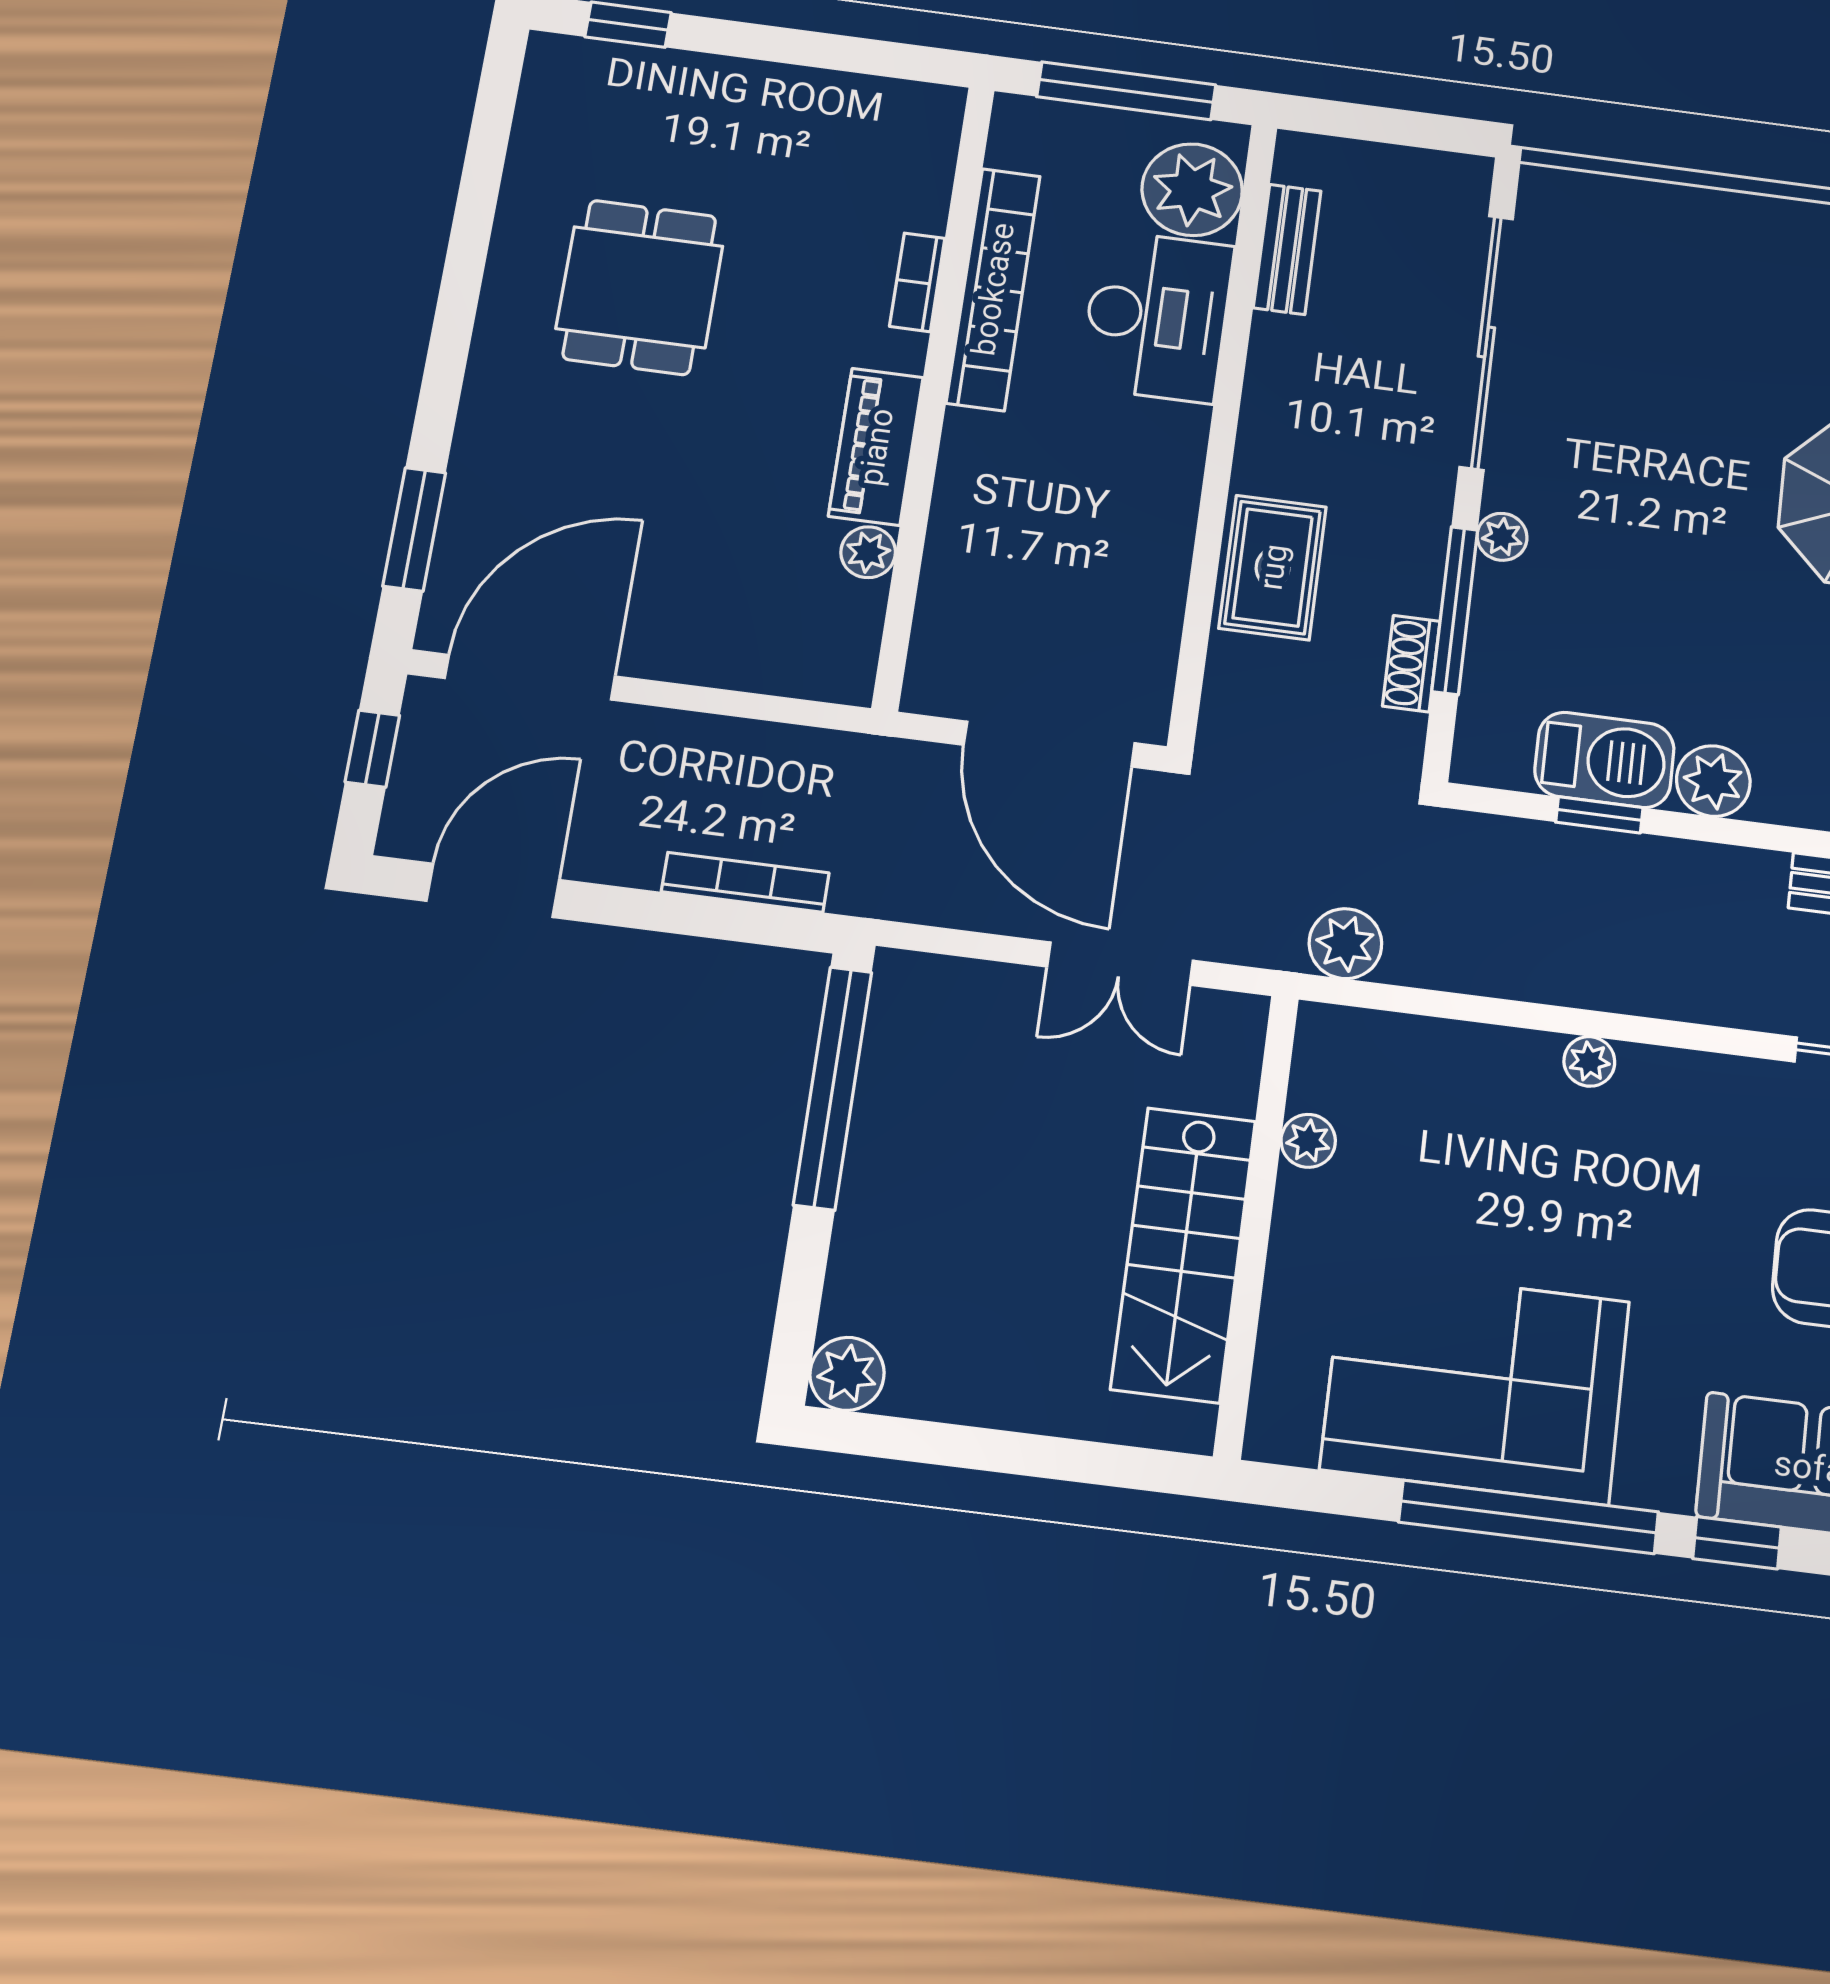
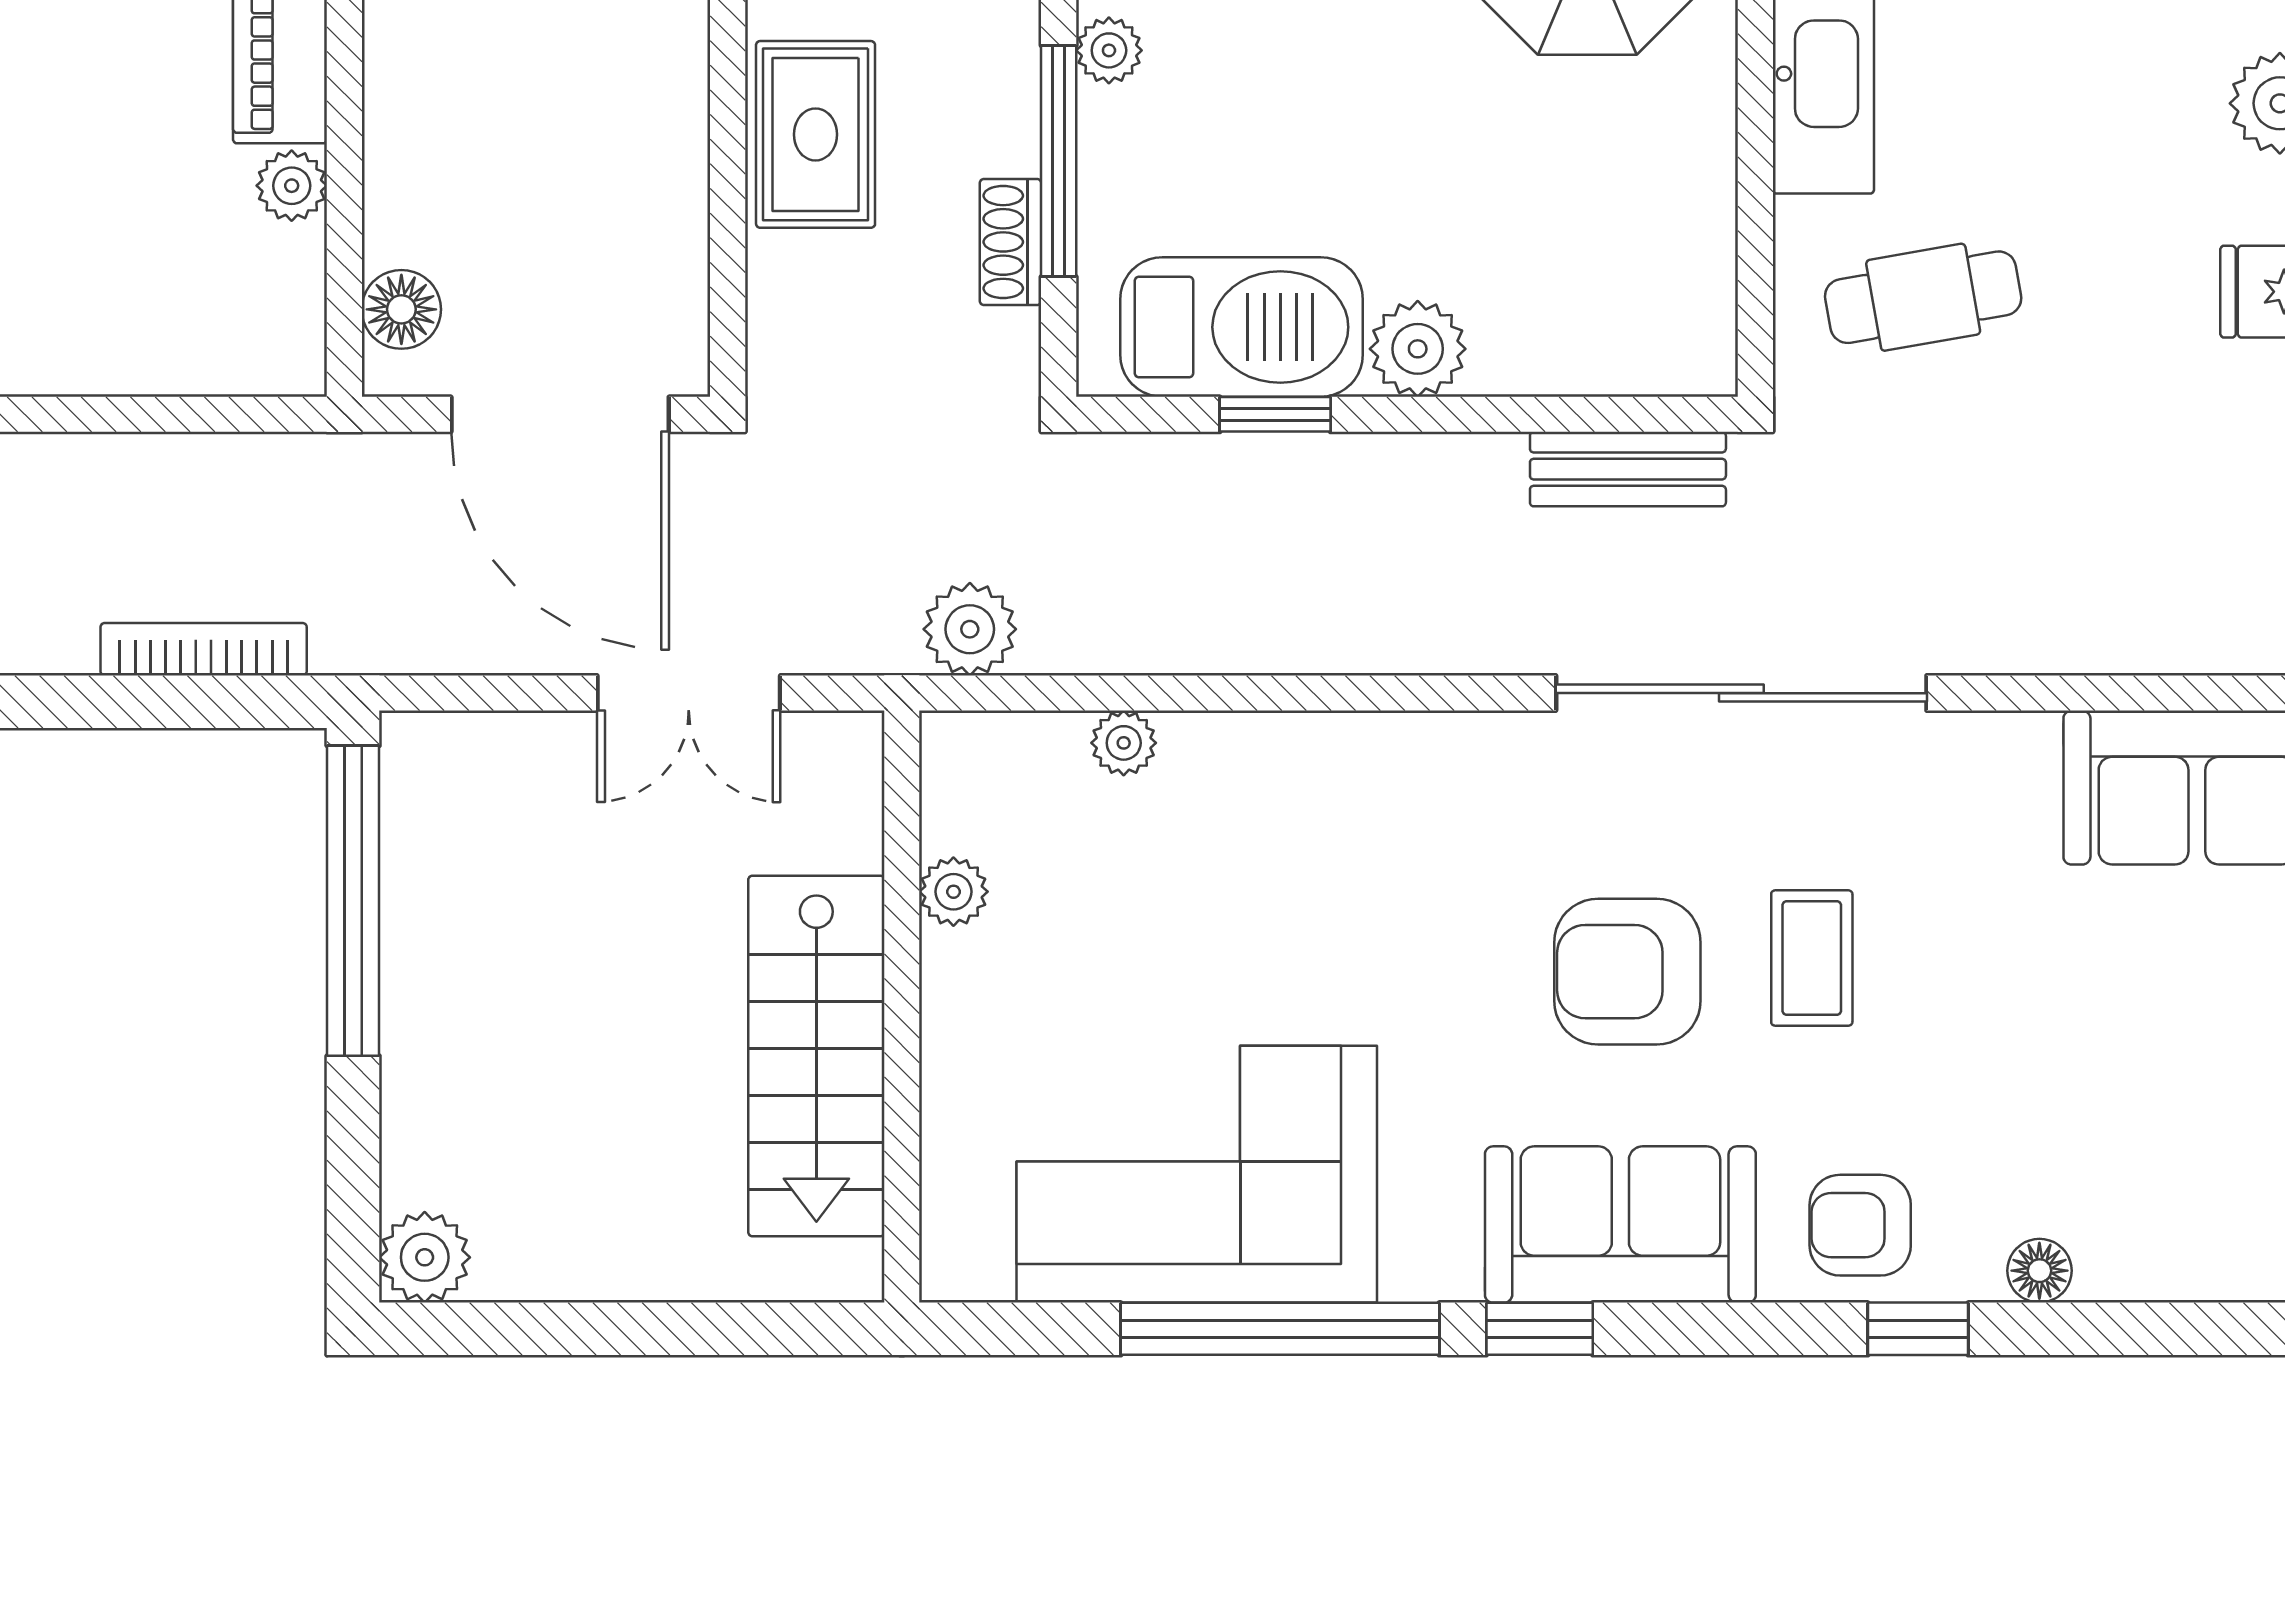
floor lamp: (938, 652) -> (401, 309), added
barbecue: (1604, 760) -> (1241, 327), width x1.37, depth x1.21
plant: (1589, 1061) -> (1124, 743), moved

